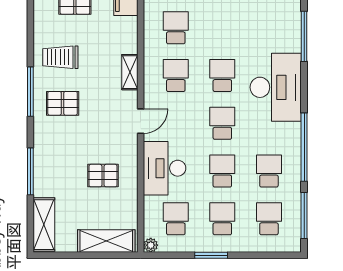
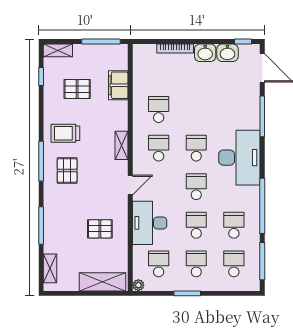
pallet: (63, 103) -> (67, 171), turned 90
shelving: (44, 225) -> (50, 268), width x0.67, depth x0.75

